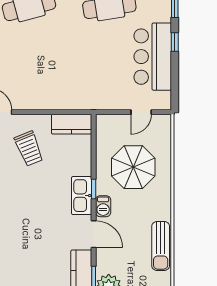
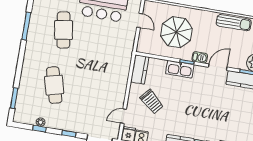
trolley: (29, 149) -> (152, 102), turned 63
kitchen sink: (82, 196) -> (180, 69), moved

